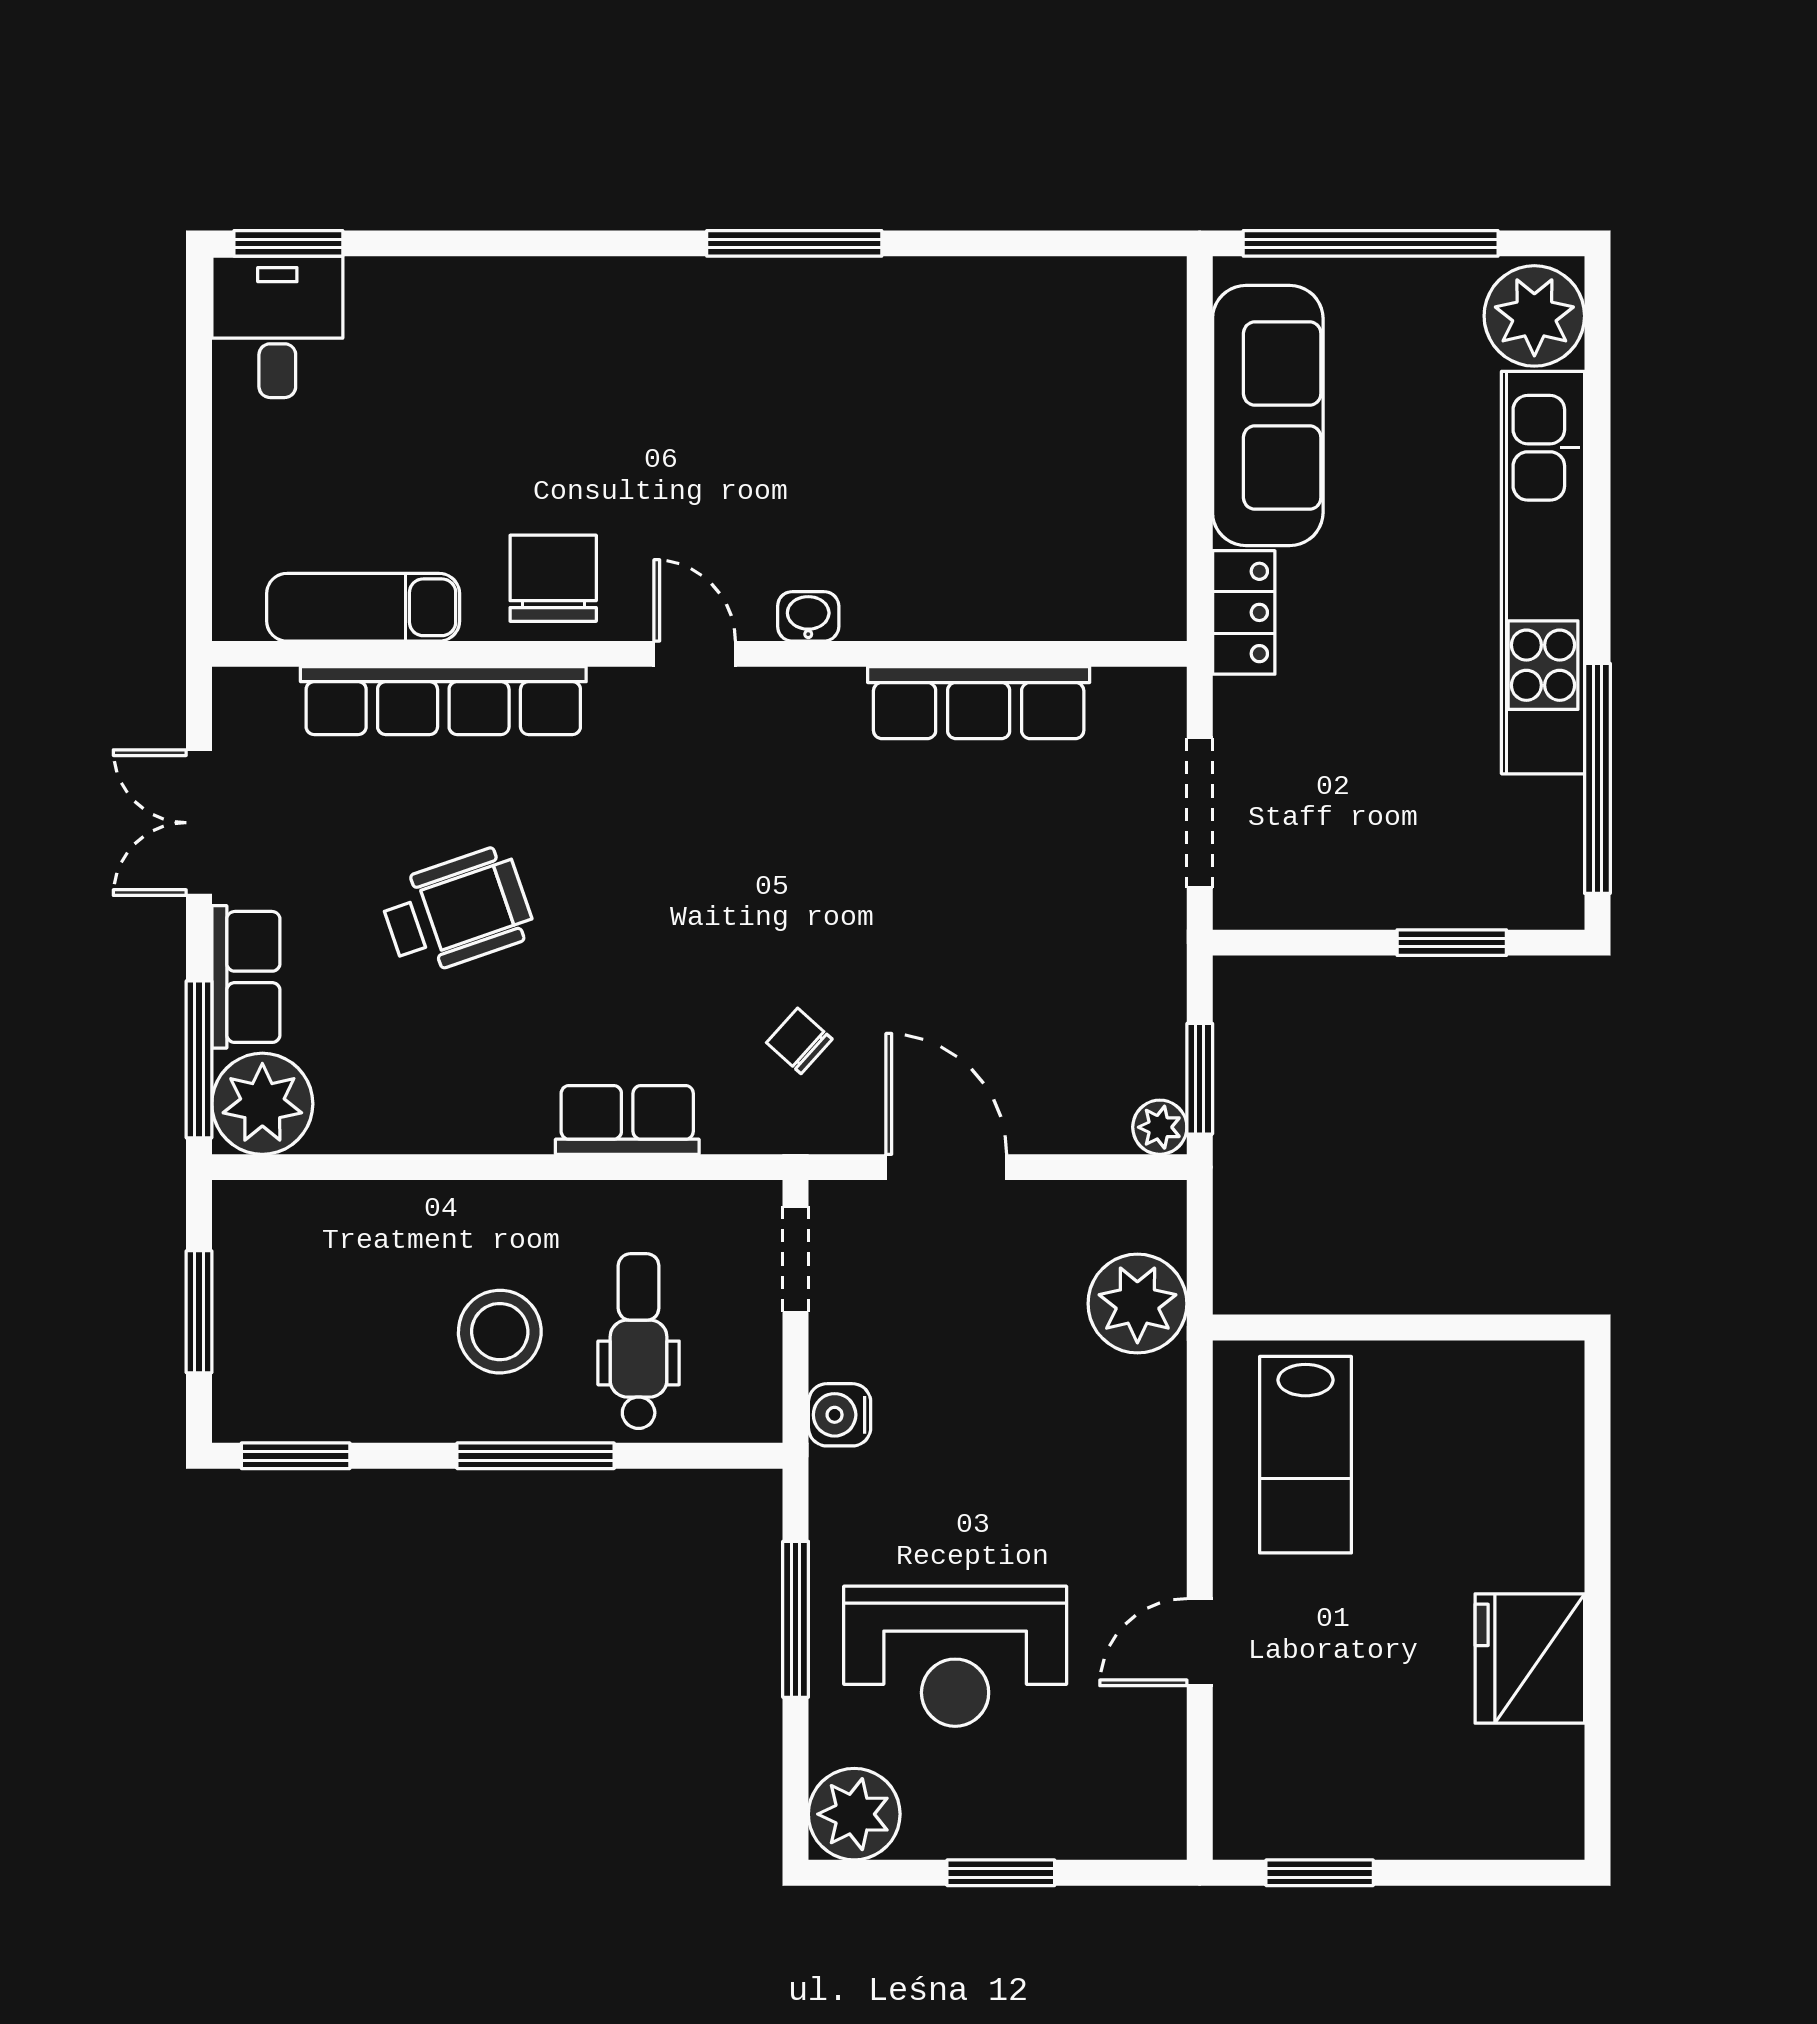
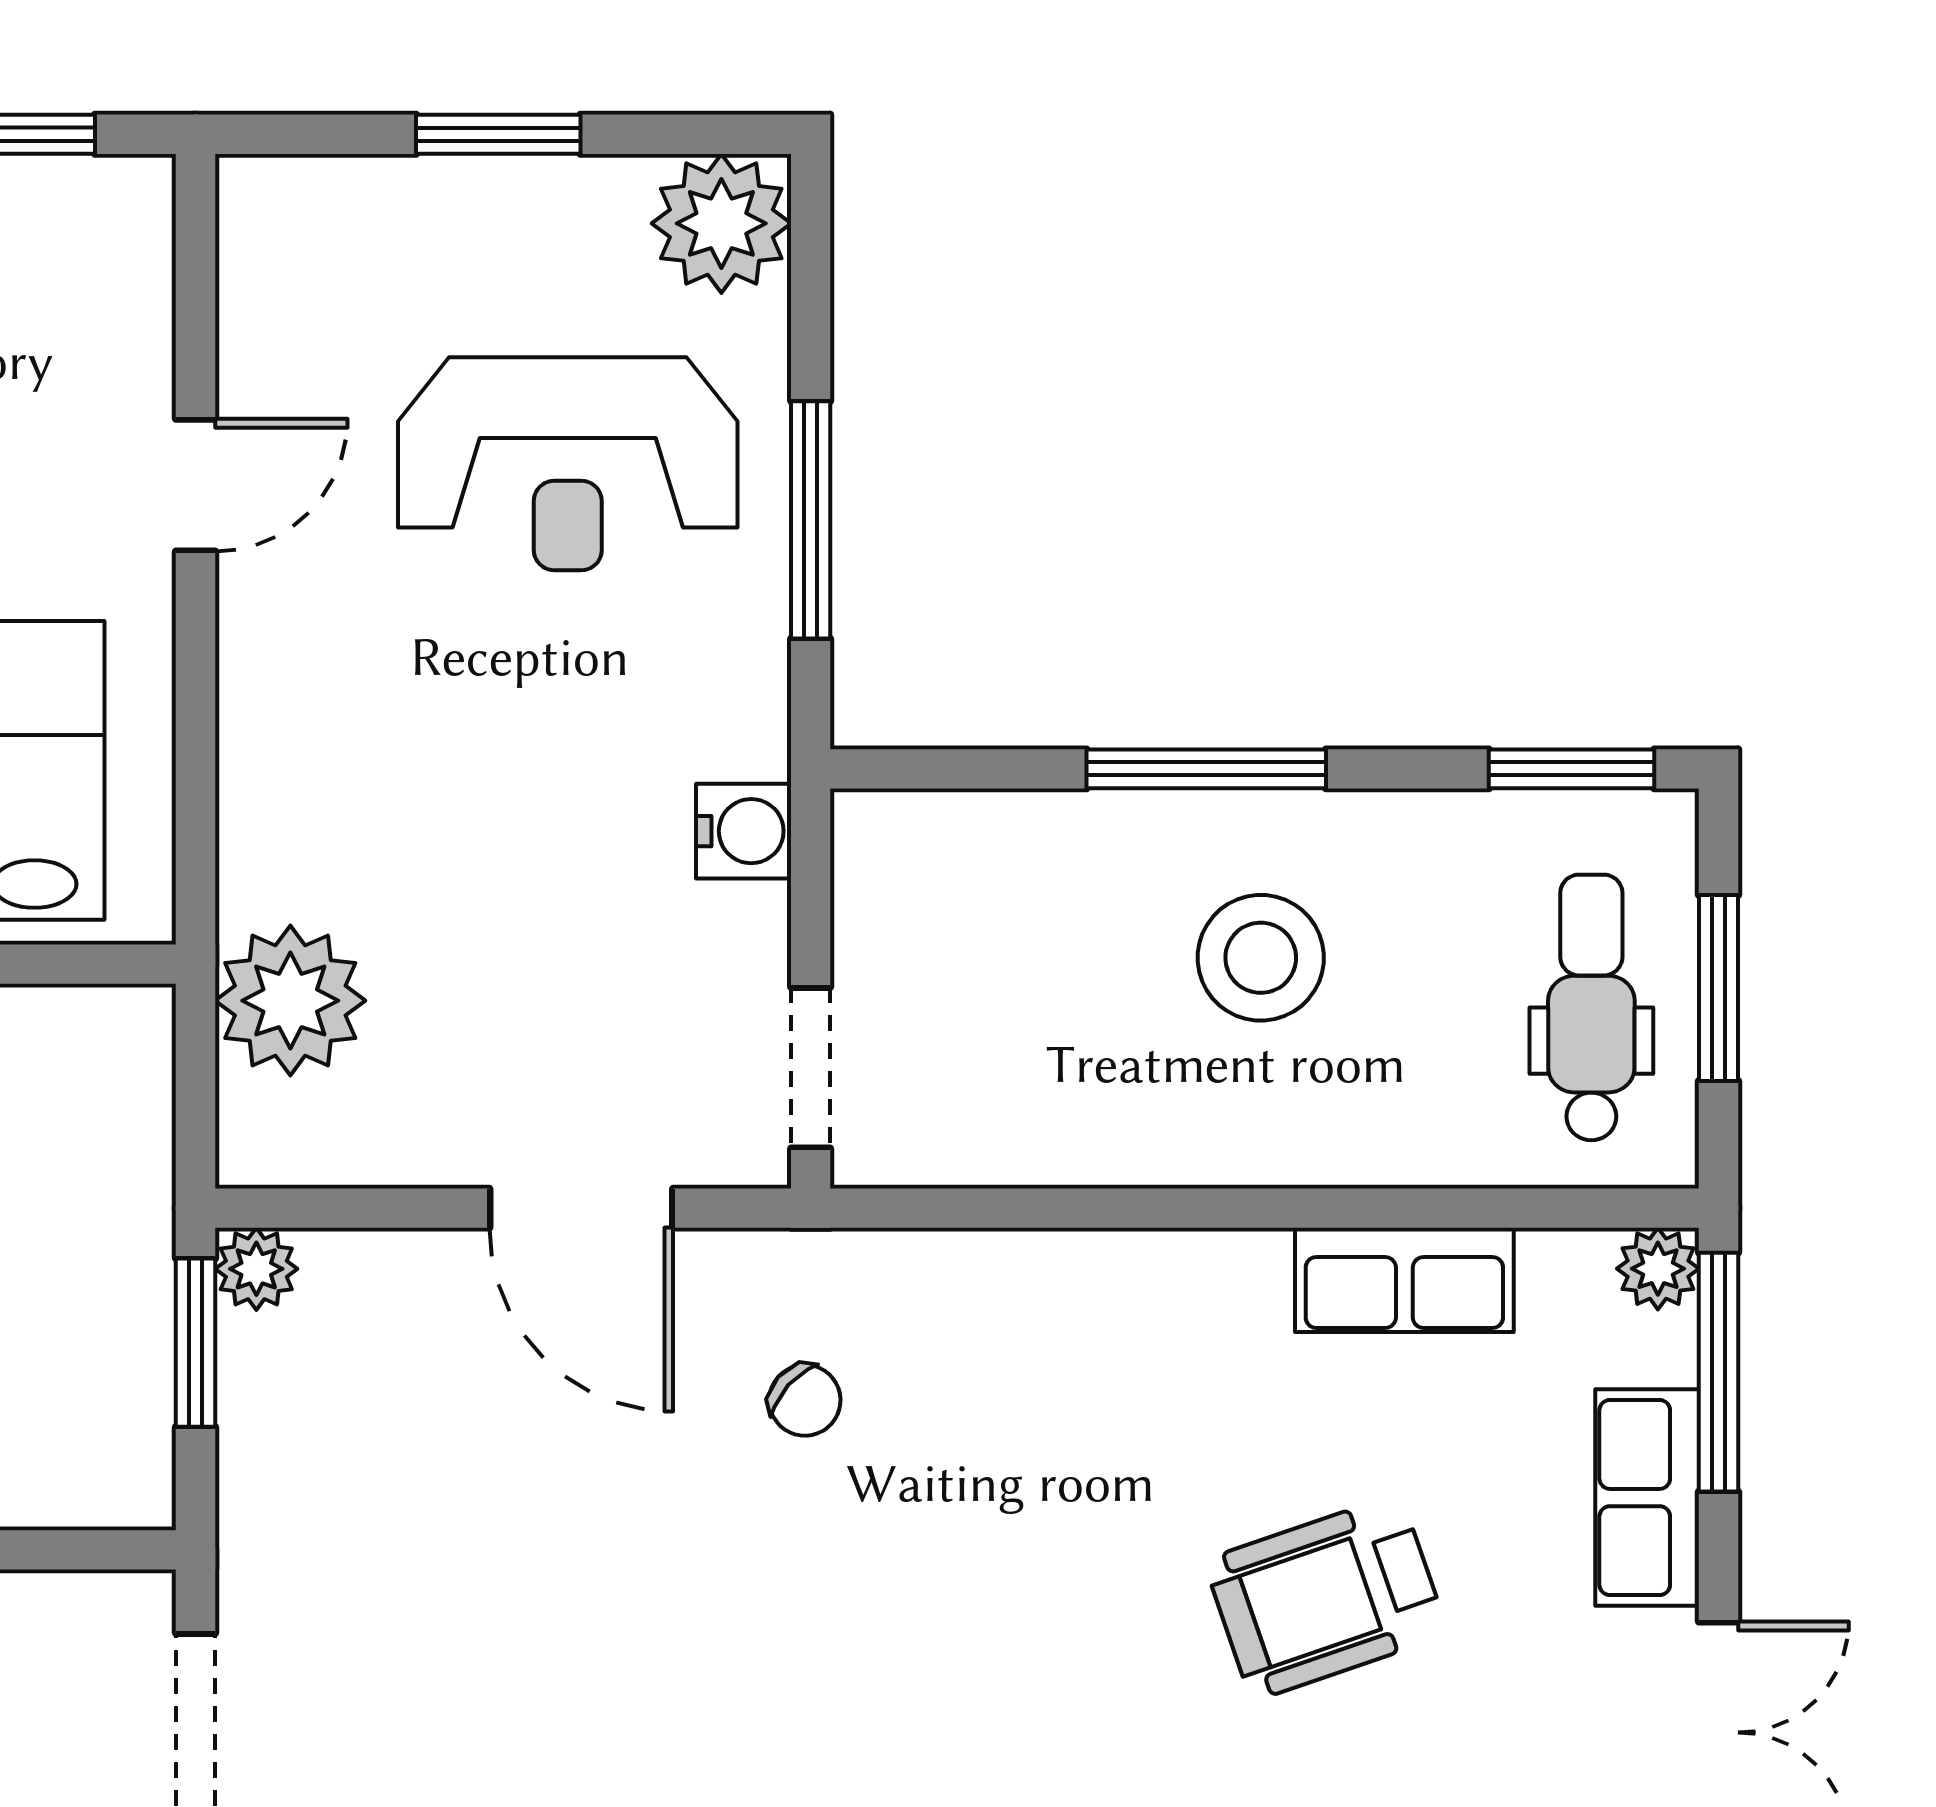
plant: (262, 1104) -> (1658, 1269), width x0.53, depth x0.53
row of seats: (627, 1120) -> (1404, 1280), moved
dental chair: (639, 1341) -> (1591, 1007), moved, turned 180
reception desk: (955, 1656) -> (568, 464), turned 180

